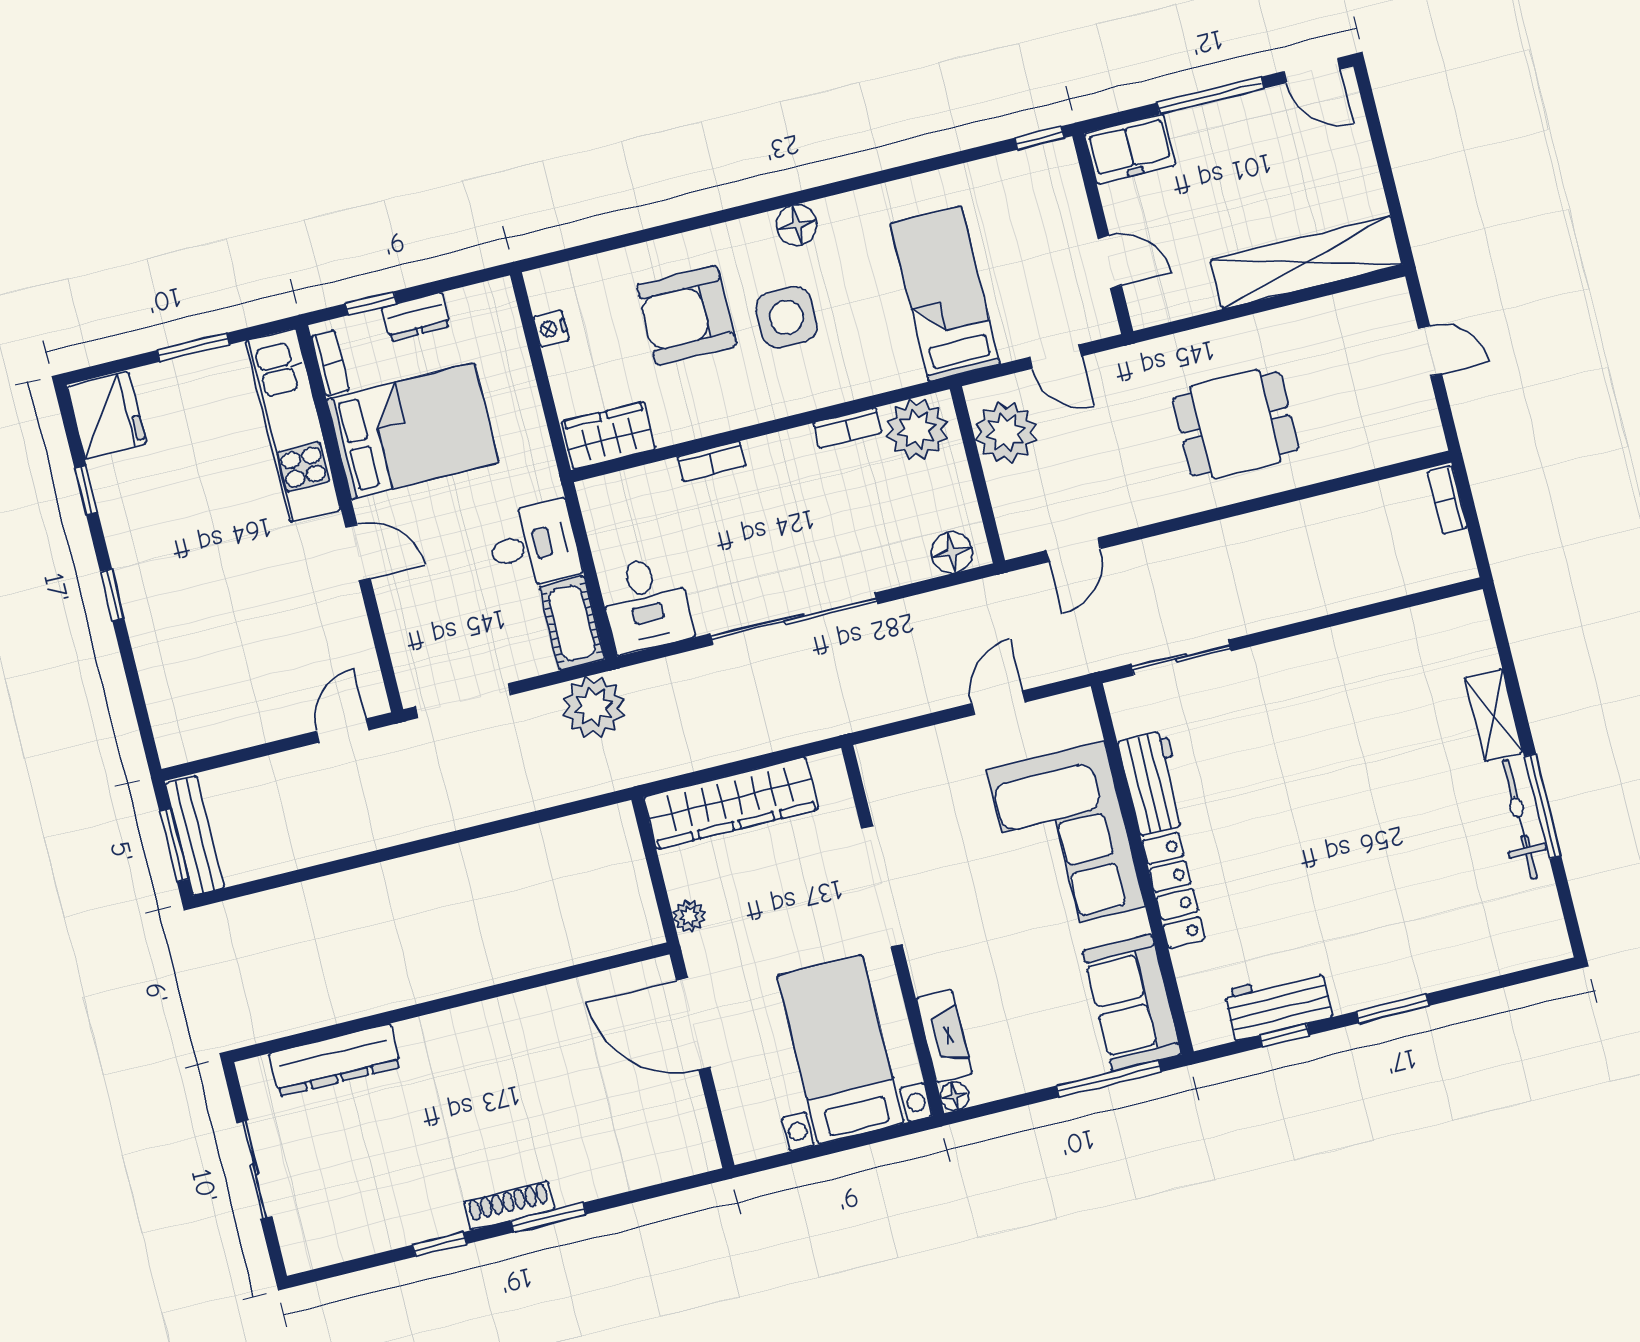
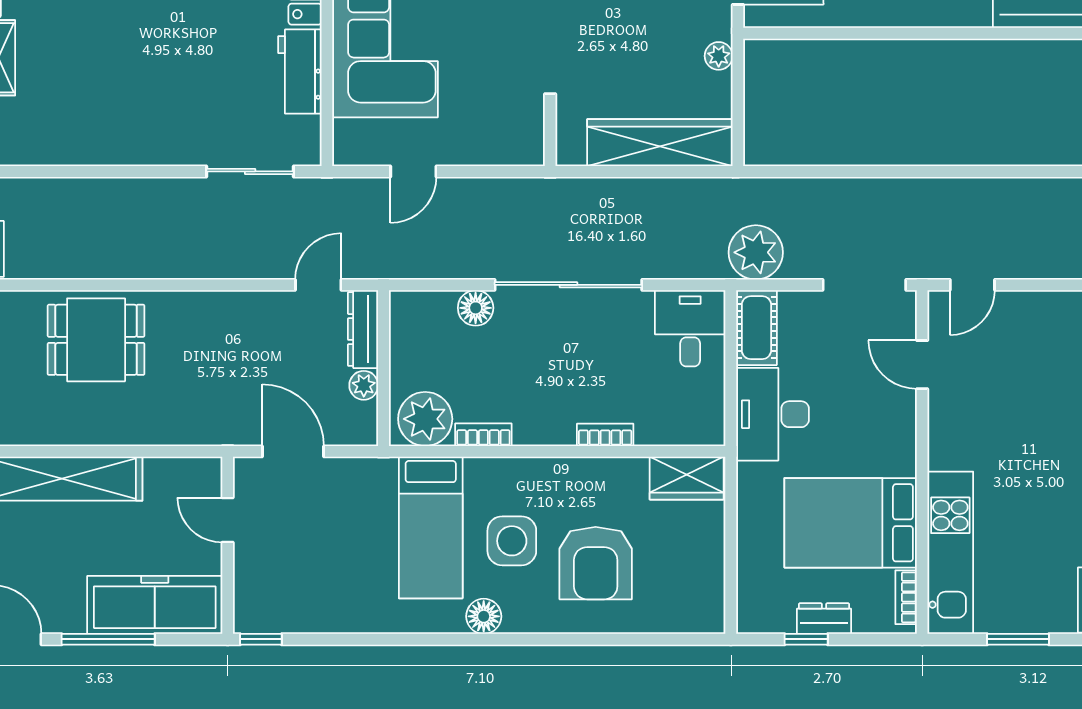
freezer: (1130, 149) -> (155, 605), width x1.91, depth x1.26
bed: (945, 294) -> (431, 528), moved
window: (371, 303) -> (806, 639), moved
armchair: (687, 315) -> (596, 563), turned 90
nightstand: (551, 328) -> (713, 580), removed
door: (1056, 357) -> (293, 451), width x1.38
dining table: (1236, 424) -> (96, 340), moved
plant: (1005, 432) -> (364, 385), width x0.53, depth x0.53
dresser: (1011, 513) -> (363, 329), added
desk: (534, 545) -> (773, 414), width x1.37
floor lamp: (952, 552) -> (476, 308), moved
door: (358, 553) -> (922, 365), moved

